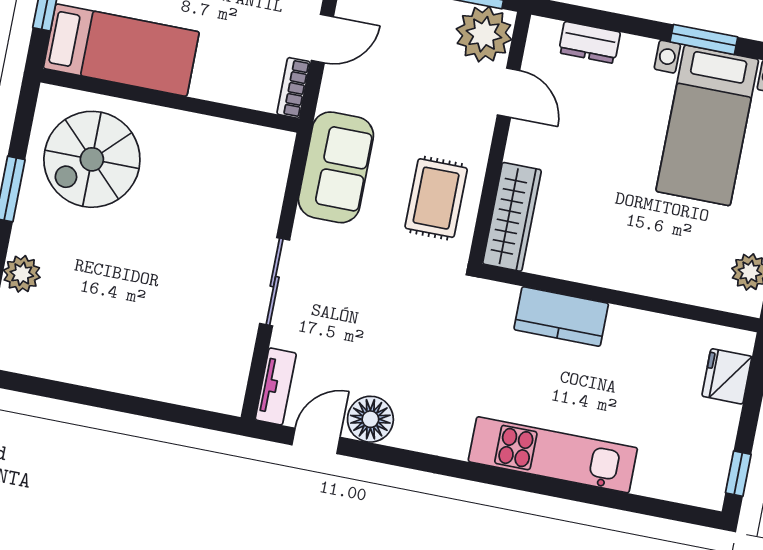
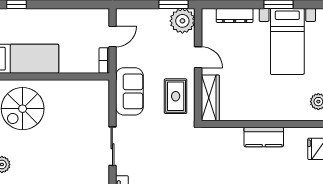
dresser: (589, 42) -> (235, 15), width x1.44
door: (509, 93) -> (198, 57), moved
kitchen counter: (561, 316) -> (264, 137), moved

